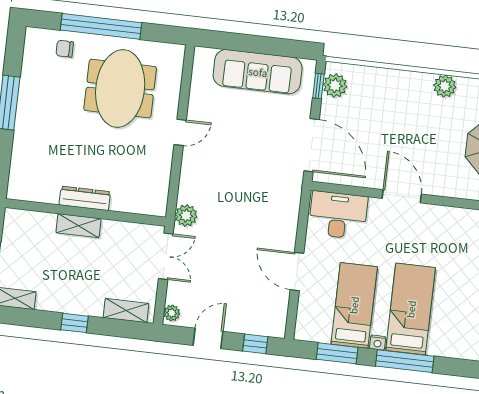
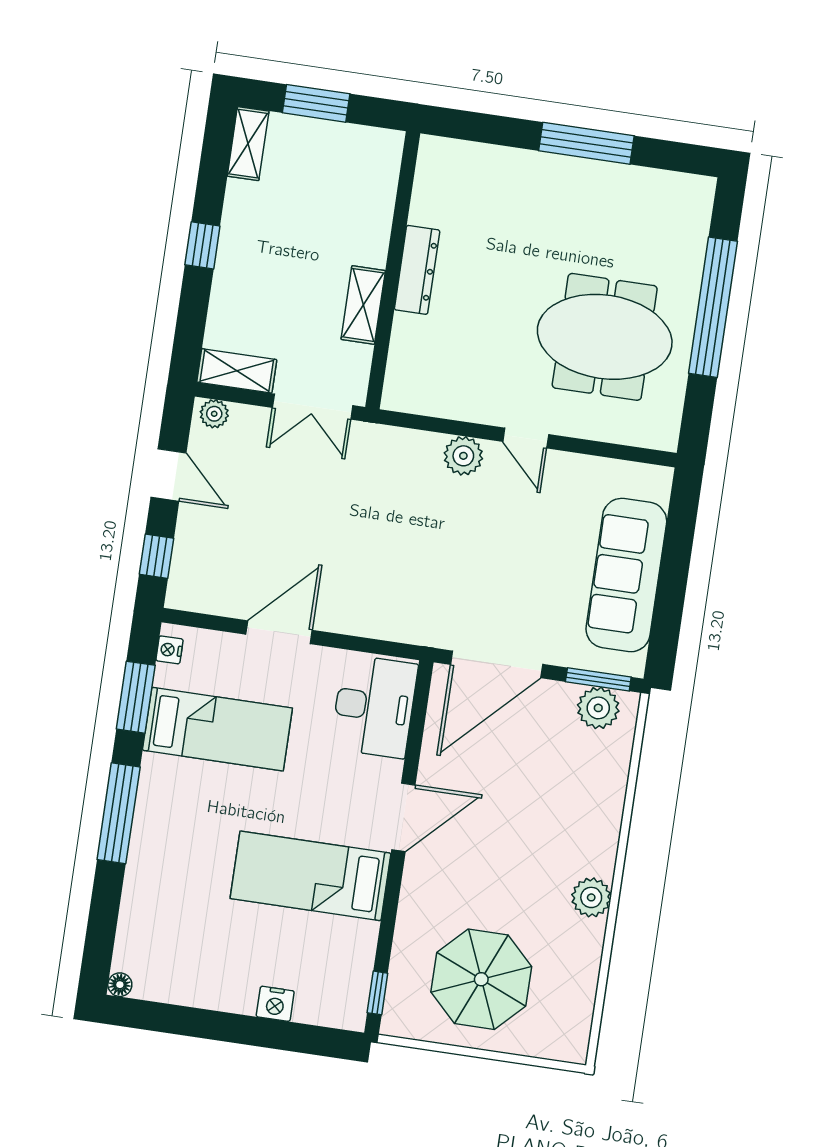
chair: (65, 49) -> (676, 243), removed
window: (318, 86) -> (598, 679), width x1.50
plant: (186, 215) -> (463, 456), moved
shelving: (79, 226) -> (363, 305), moved
bed: (411, 309) -> (310, 876), moved, turned 180
shelving: (126, 311) -> (237, 371), moved, turned 90
nightstand: (378, 343) -> (169, 650), moved

